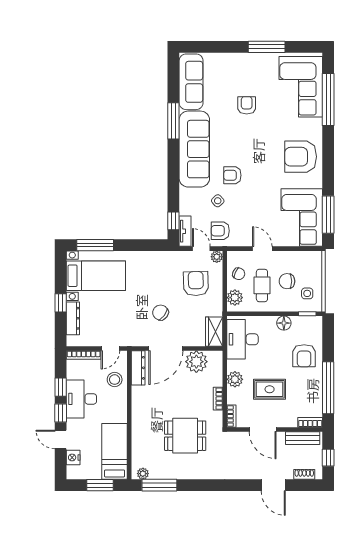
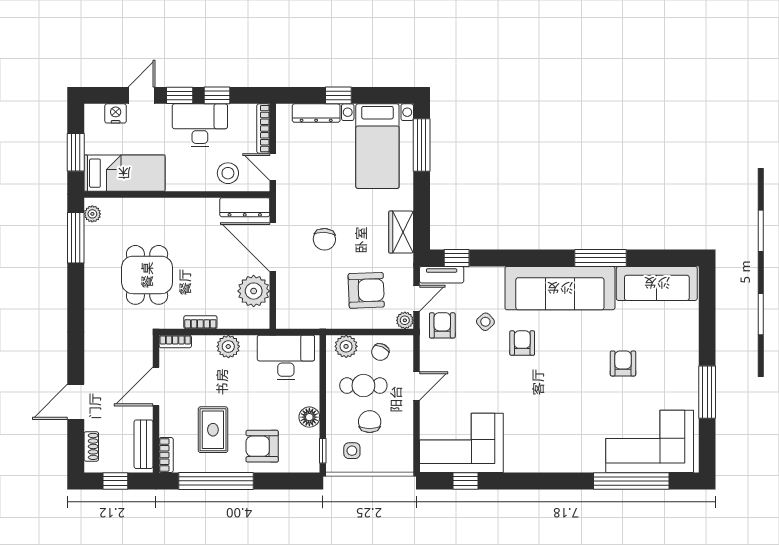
armchair: (247, 105) -> (623, 363), turned -90
armchair: (301, 157) -> (549, 441), removed
window: (328, 215) -> (465, 481), width x0.46
chair: (160, 313) -> (324, 239), turned 147
wardrobe: (214, 332) -> (401, 232), moved, turned -90
rug: (270, 389) -> (213, 430), moved

